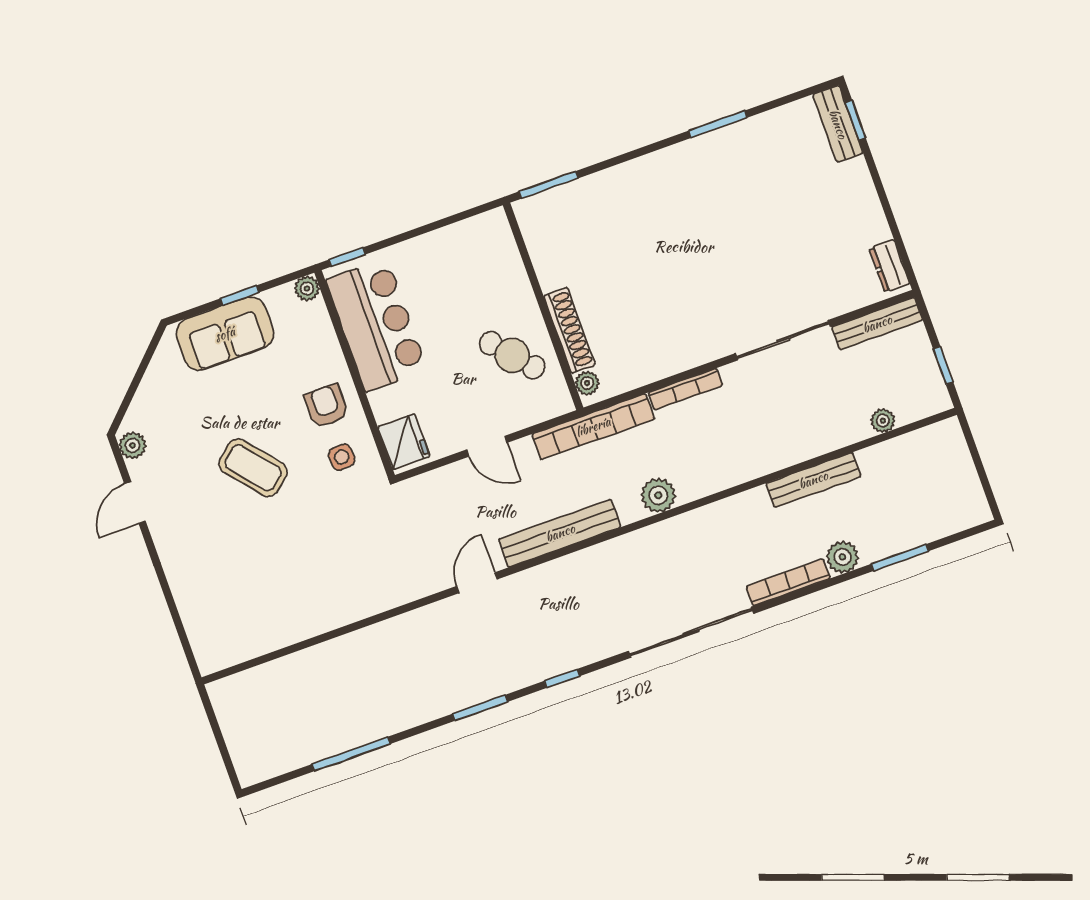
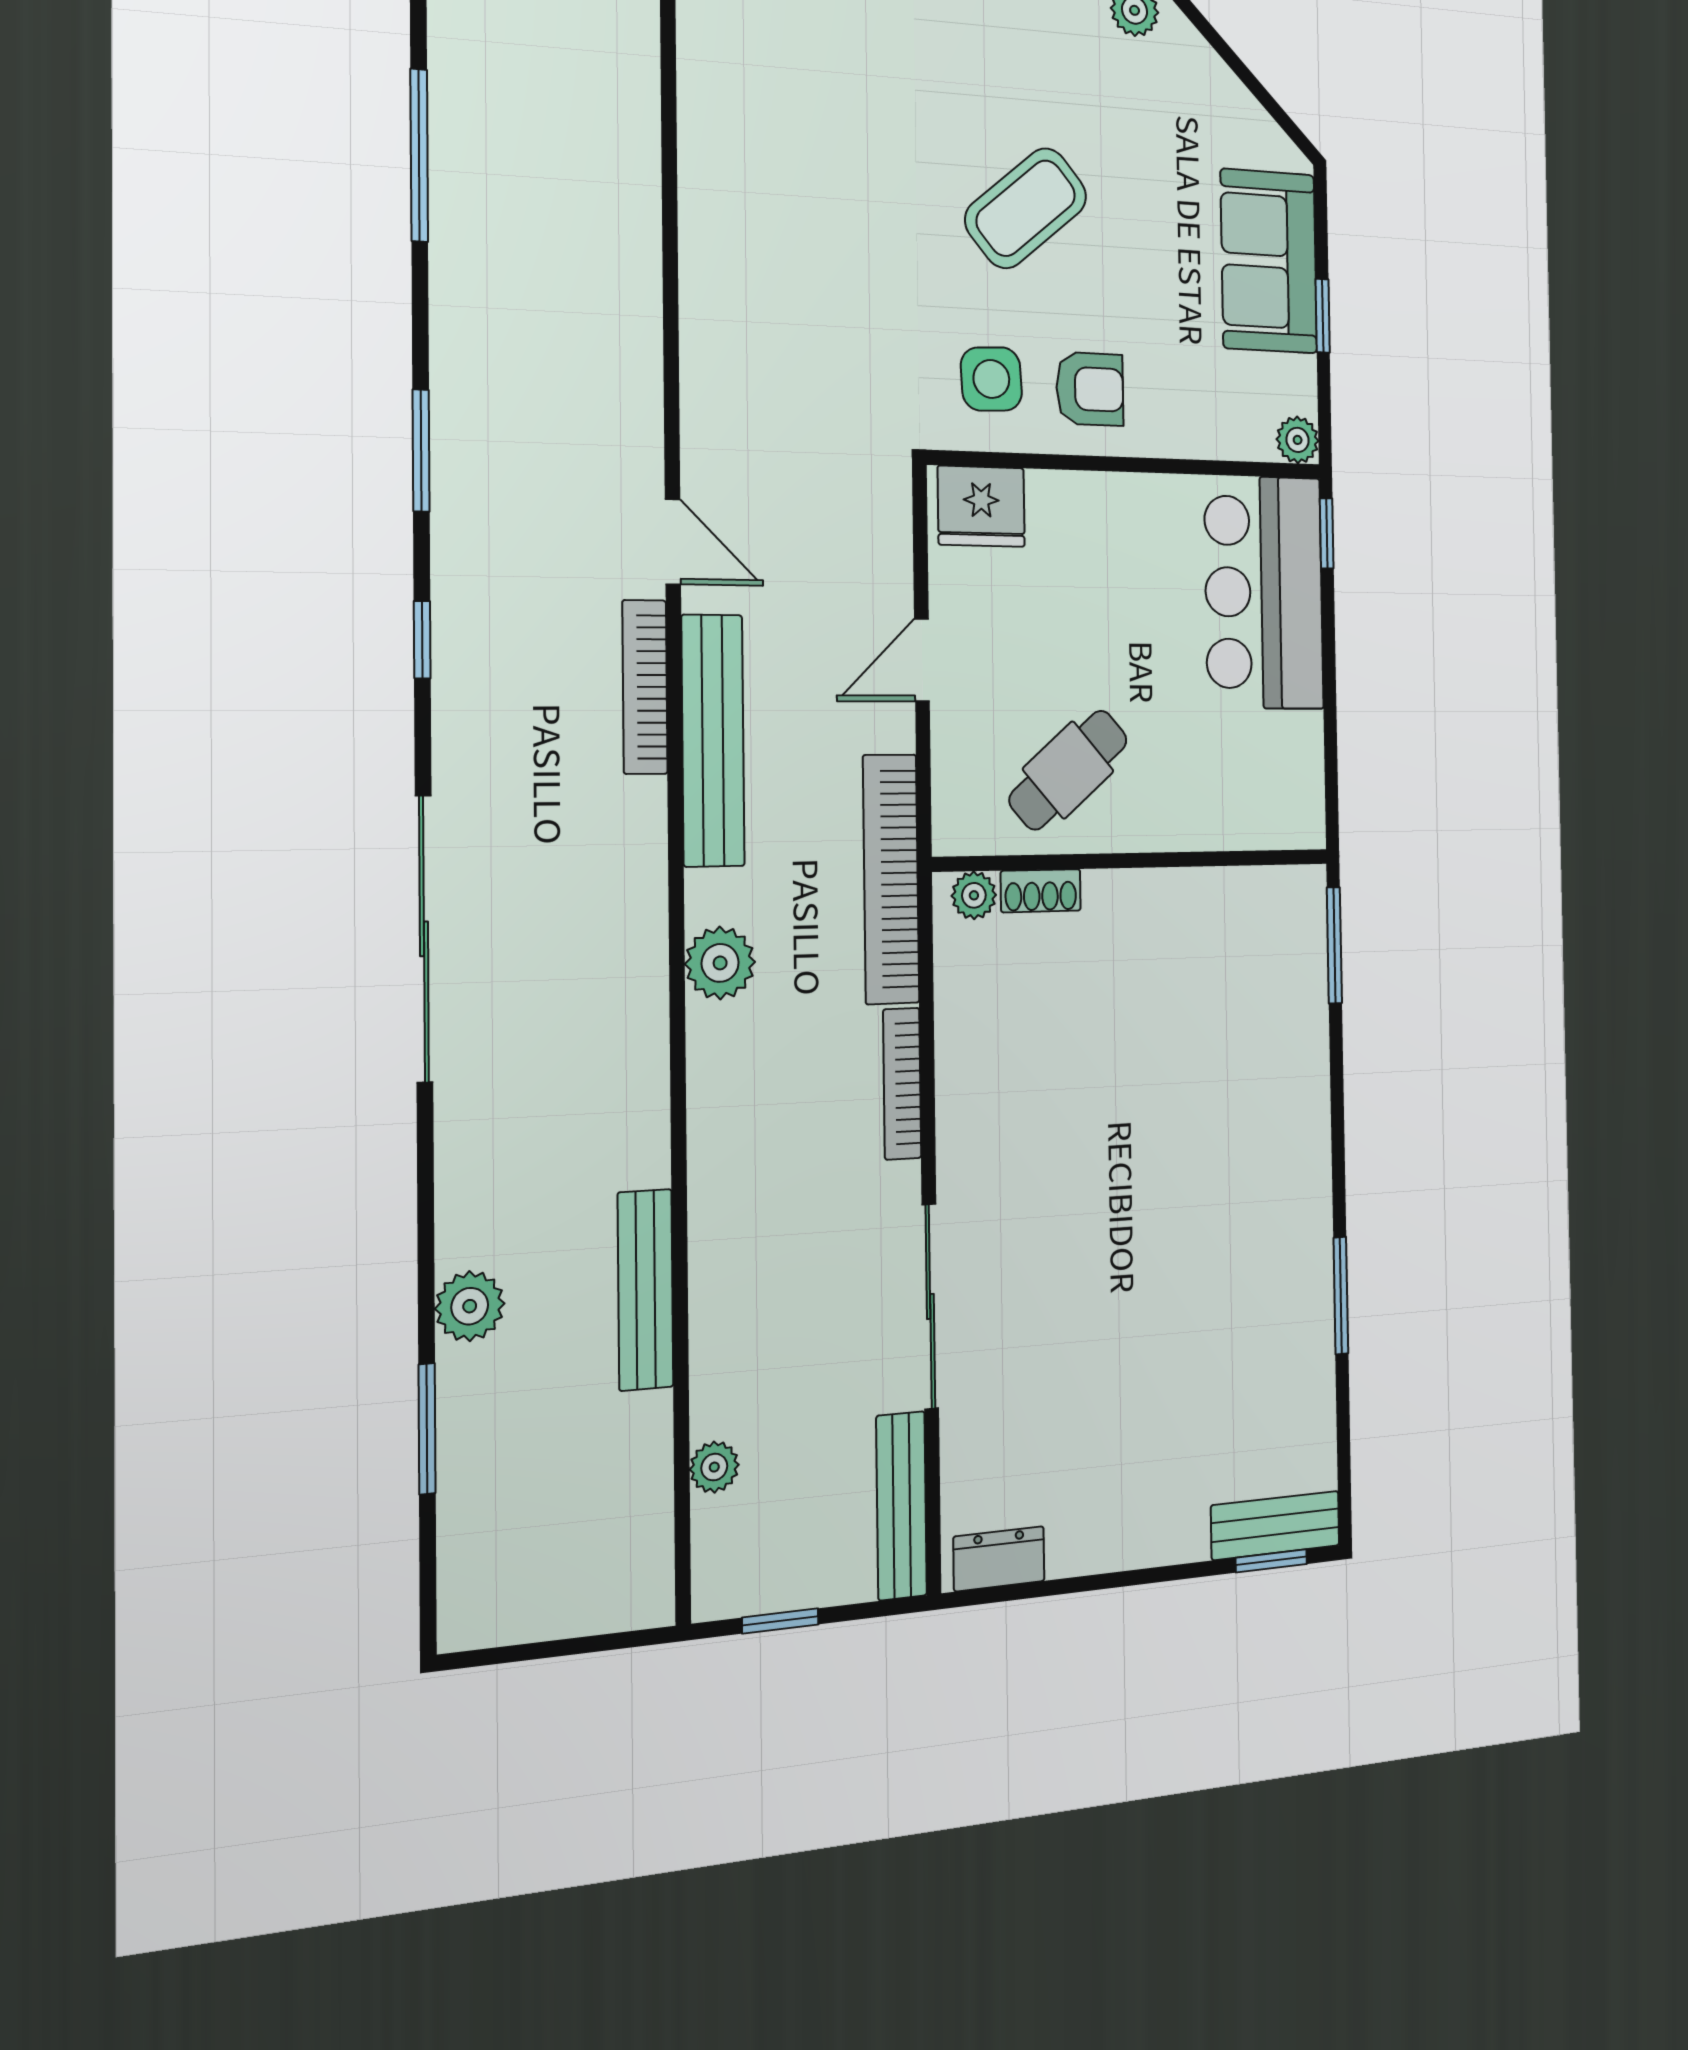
bar counter: (377, 325) -> (1264, 592), moved, turned 90
shoe rack: (569, 330) -> (1041, 891), width x0.51, depth x0.81
side table: (342, 457) -> (991, 379), width x1.37, depth x1.37
bookcase: (788, 582) -> (645, 687), moved, turned 180

